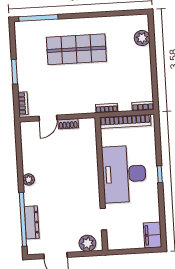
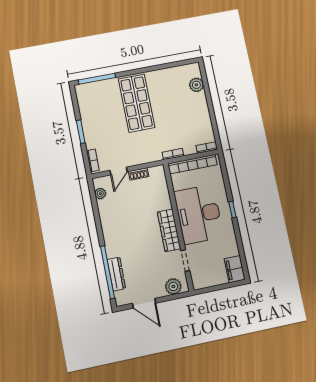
shop shelf: (76, 49) -> (137, 103), turned 90
plant: (29, 179) -> (100, 194), moved
wardrobe: (91, 186) -> (169, 230), added

